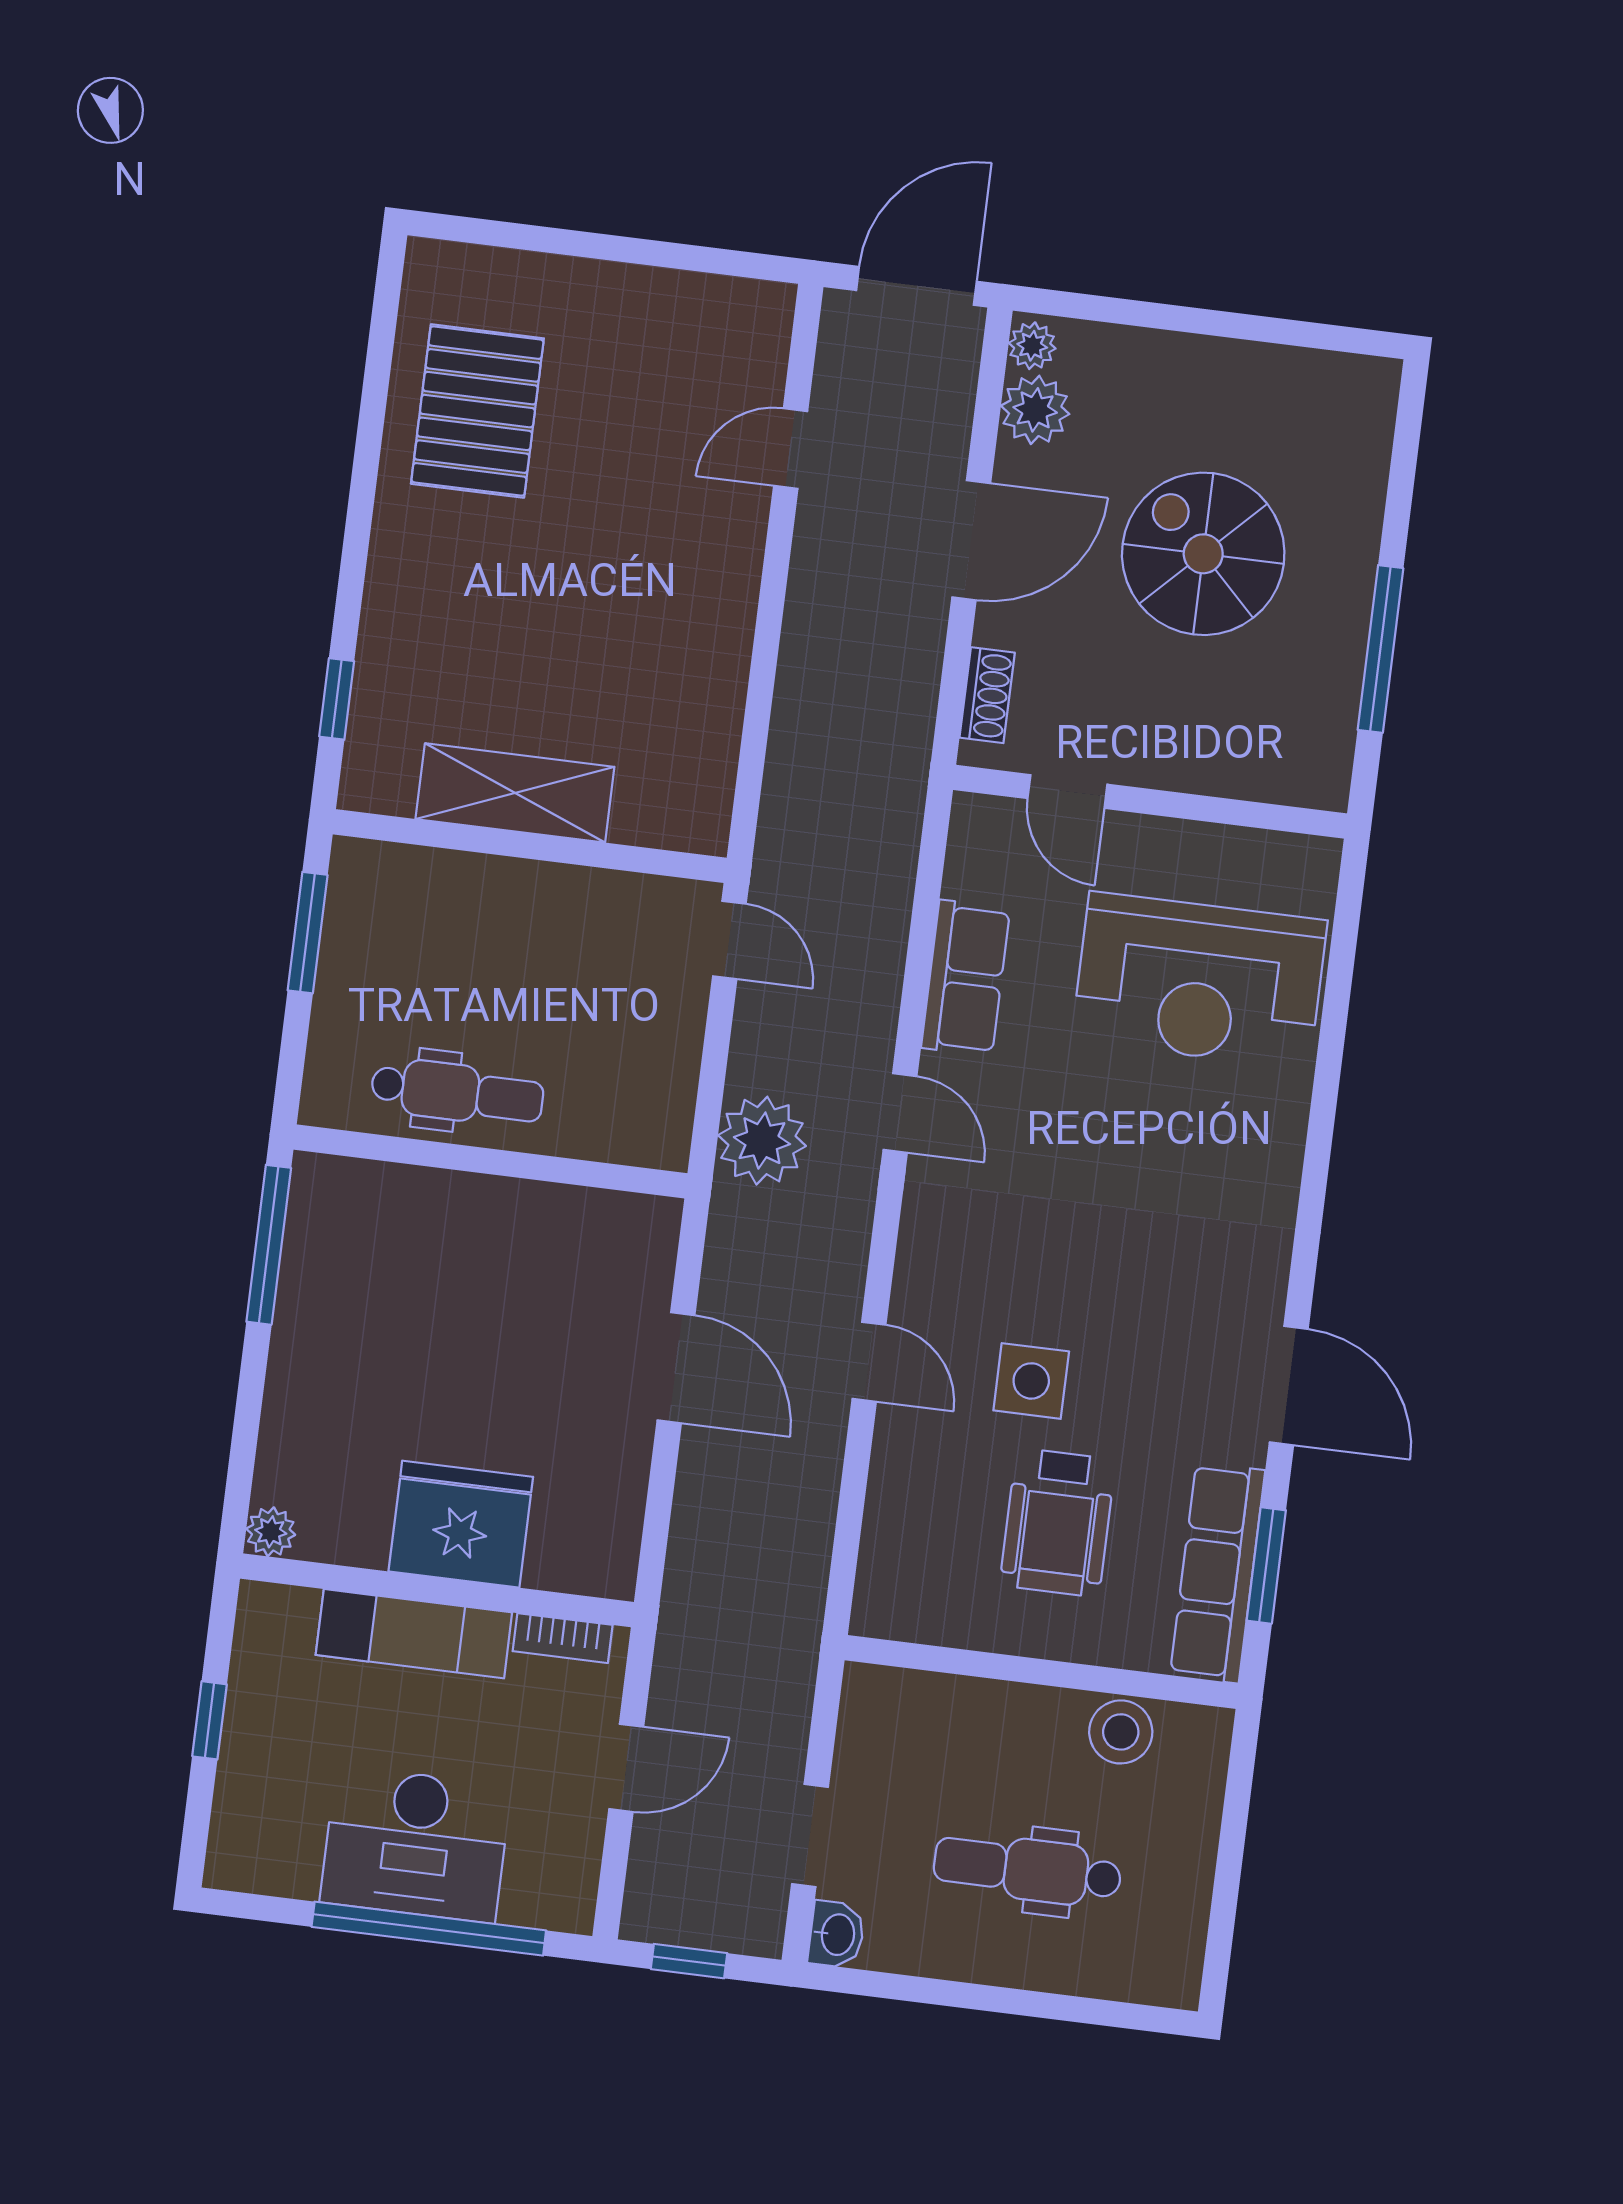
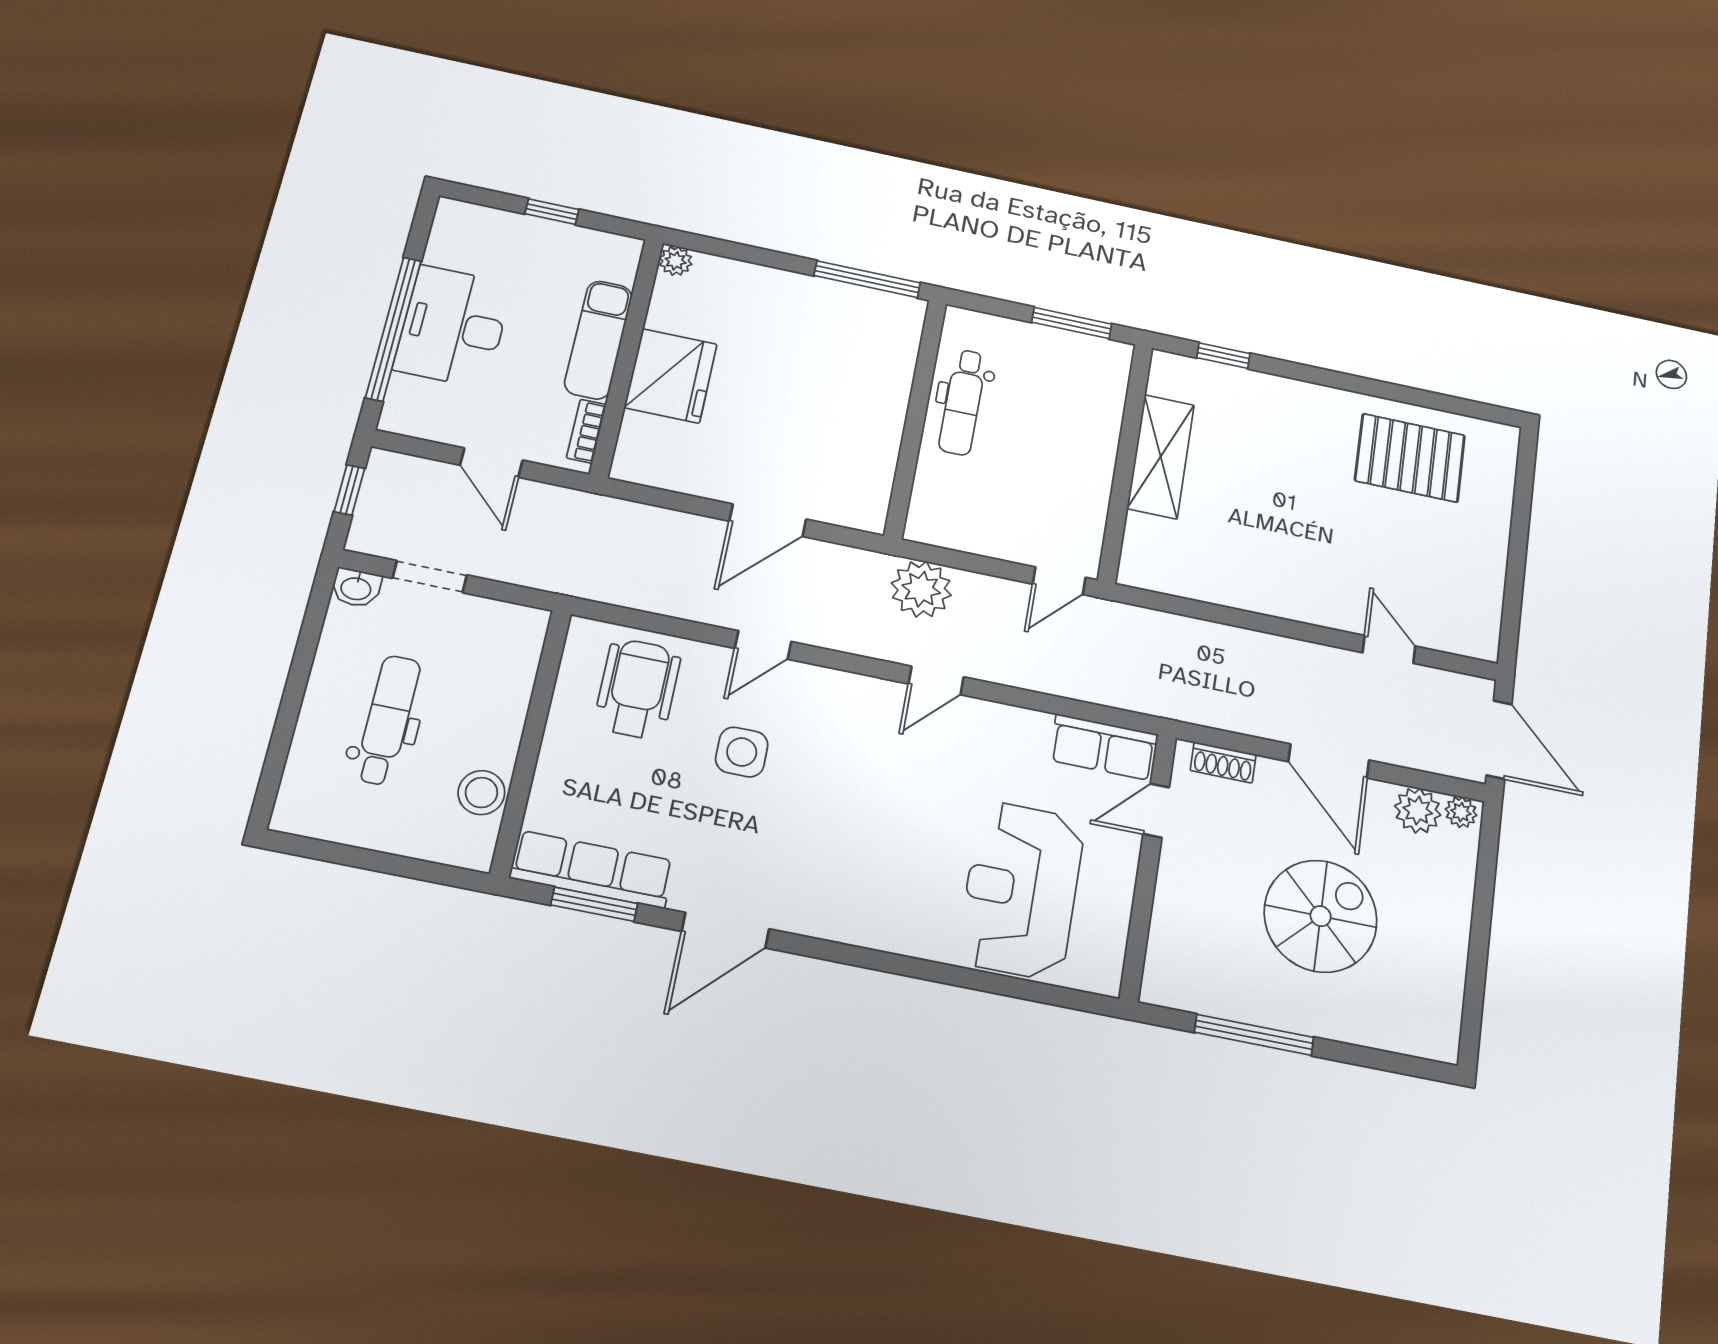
row of seats: (966, 978) -> (1104, 747), moved
wheelchair: (1058, 1523) -> (637, 689), moved, turned 90

